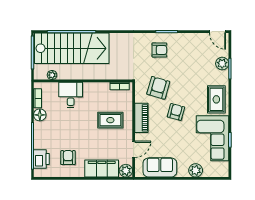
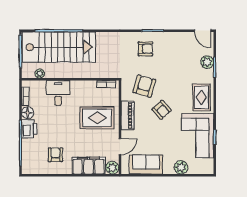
armchair: (176, 112) -> (162, 110), turned 123
rug: (110, 120) -> (97, 118), width x1.36, depth x1.43
printer: (41, 159) -> (29, 129), moved

